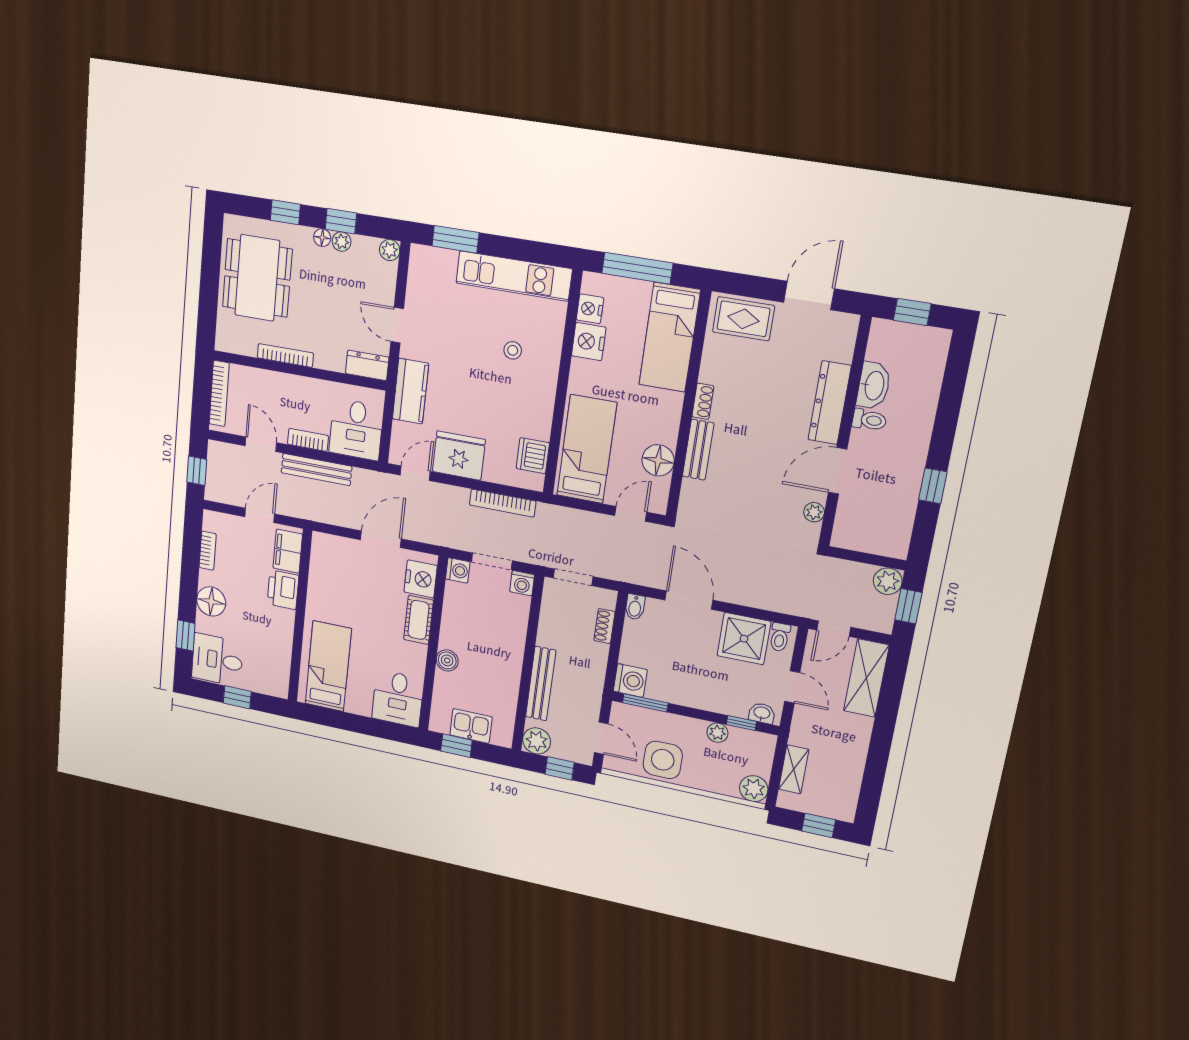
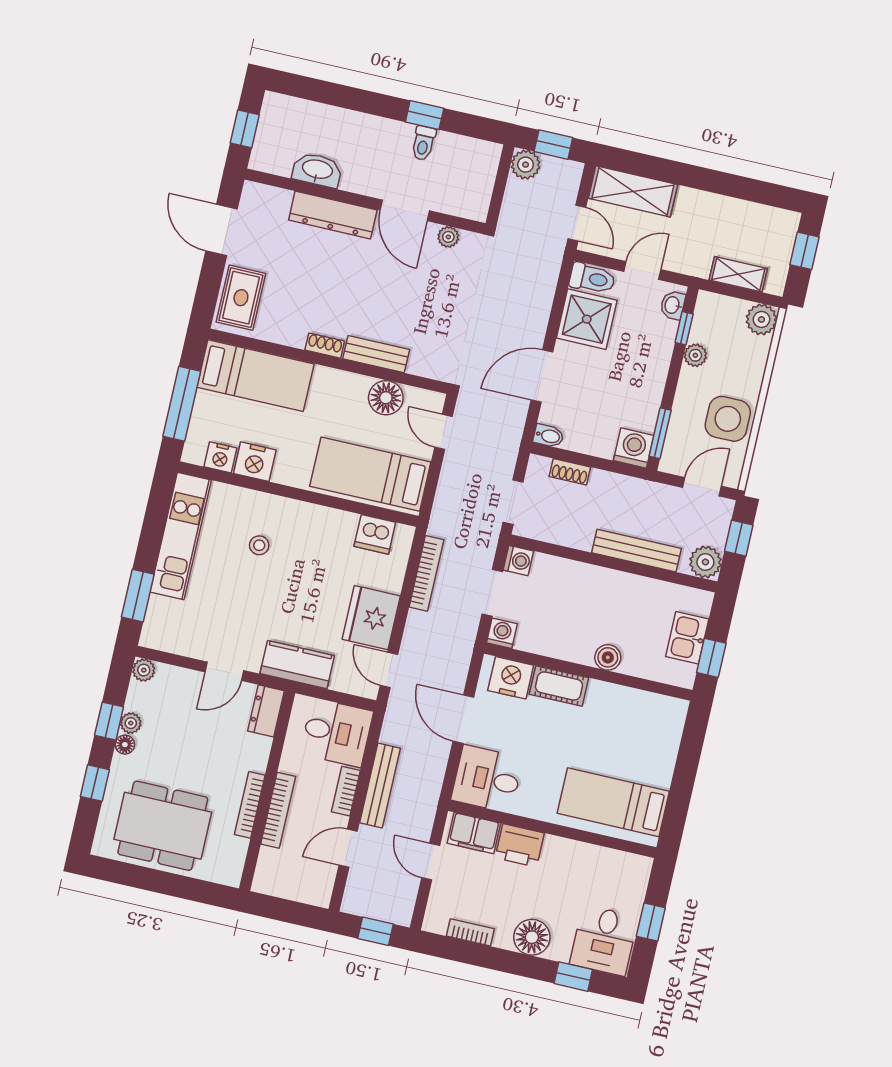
bookcase: (219, 393) -> (278, 810), moved, turned 90
toilet: (869, 420) -> (423, 143), moved, turned 180
toilet: (780, 637) -> (592, 278), width x1.37, depth x1.39
desk: (398, 698) -> (487, 779), moved, turned 180

